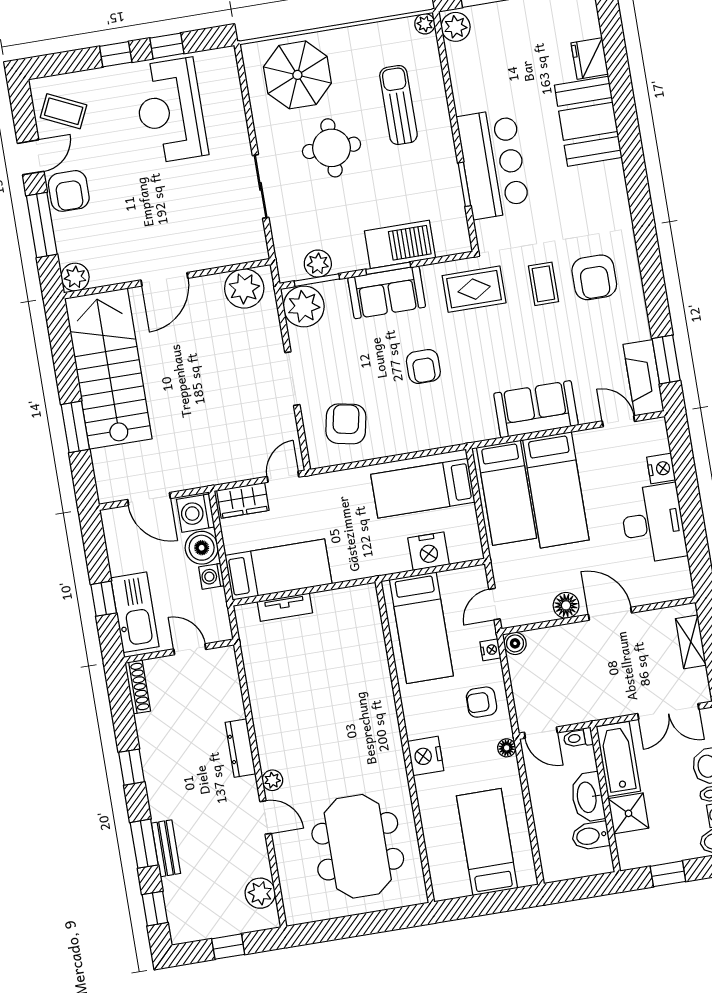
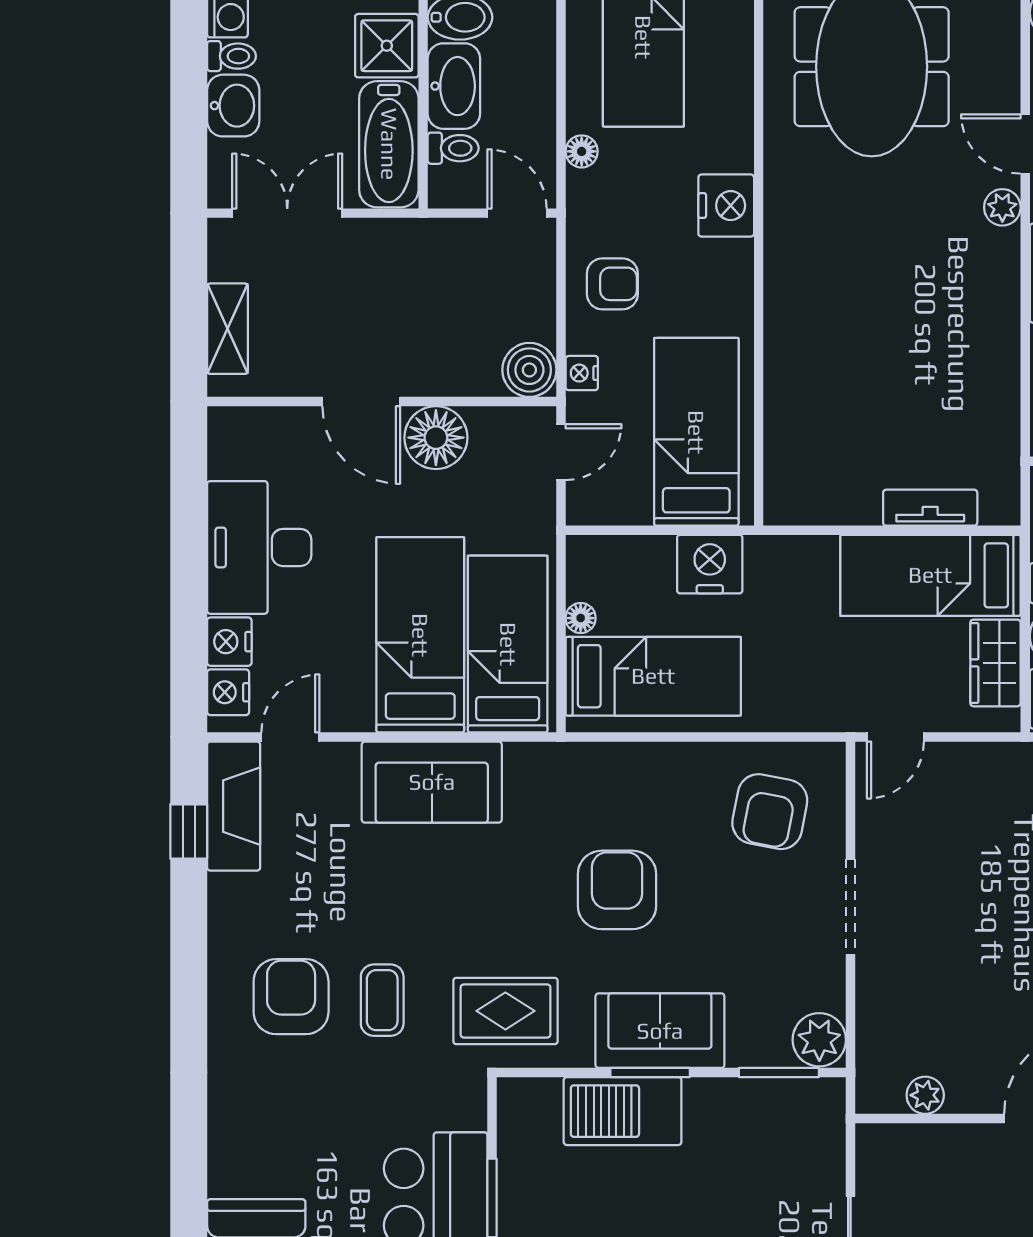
plant: (318, 264) -> (772, 1101), removed
plant: (244, 288) -> (925, 1095), width x0.53, depth x0.53
plant: (304, 306) -> (819, 1040), width x0.73, depth x0.73
window: (666, 360) -> (189, 832), width x0.67
armchair: (423, 366) -> (617, 890), width x1.38, depth x1.38
door: (618, 421) -> (290, 737), swing flipped
nightstand: (657, 440) -> (228, 692), added
wardrobe: (243, 500) -> (995, 663), moved, turned -90
floor lamp: (468, 514) -> (581, 618), added
nightstand: (428, 551) -> (710, 564), moved
floor lamp: (566, 605) -> (436, 438), width x1.38, depth x1.38
boiler: (515, 643) -> (529, 370), width x1.36, depth x1.36
toilet: (578, 738) -> (453, 148), moved
floor lamp: (507, 748) -> (582, 151), moved

